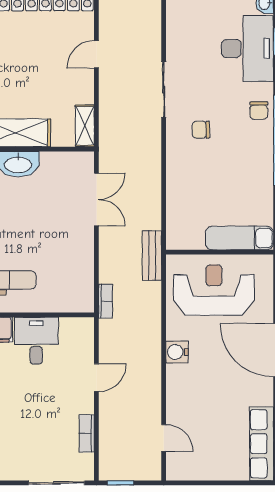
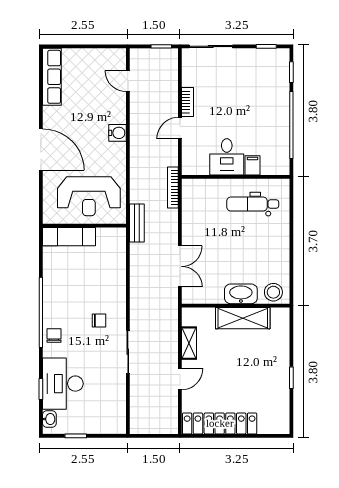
shelving: (85, 126) -> (189, 343), moved
double door: (96, 200) -> (180, 266), swing flipped
bookcase: (106, 301) -> (173, 188), width x1.56
water cooler: (177, 352) -> (117, 133), moved
bookcase: (87, 433) -> (188, 102), moved

